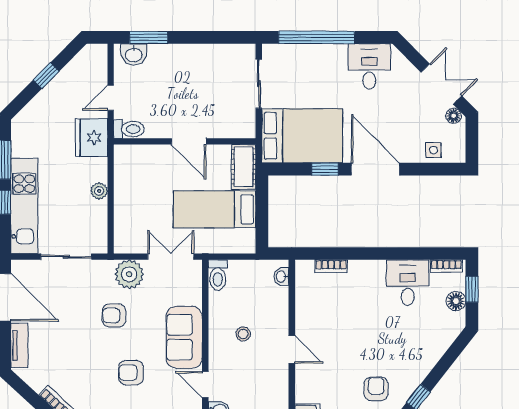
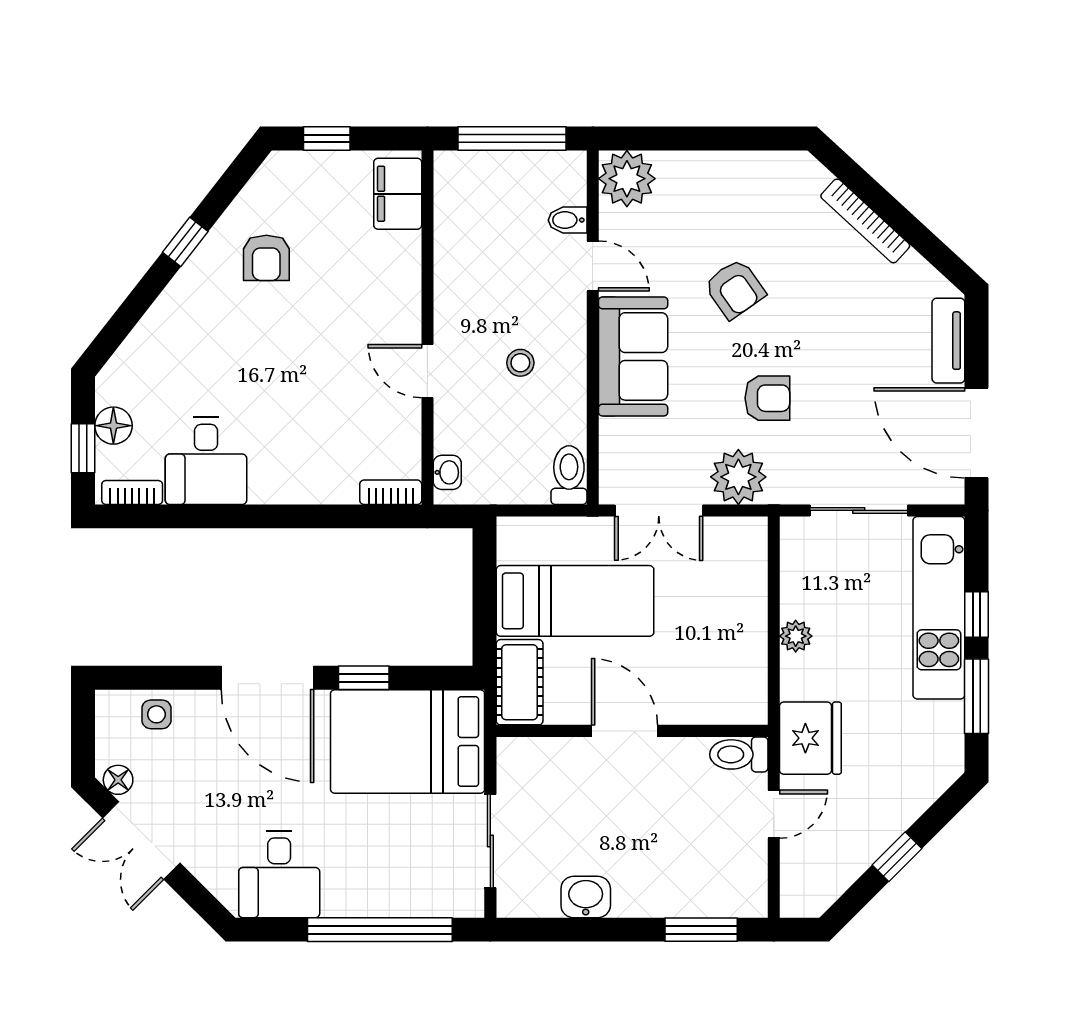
washbasin: (134, 54) -> (586, 897), moved
bookcase: (331, 266) -> (391, 492), moved
door: (292, 350) -> (427, 371), moved
armchair: (131, 373) -> (735, 289), turned 55

